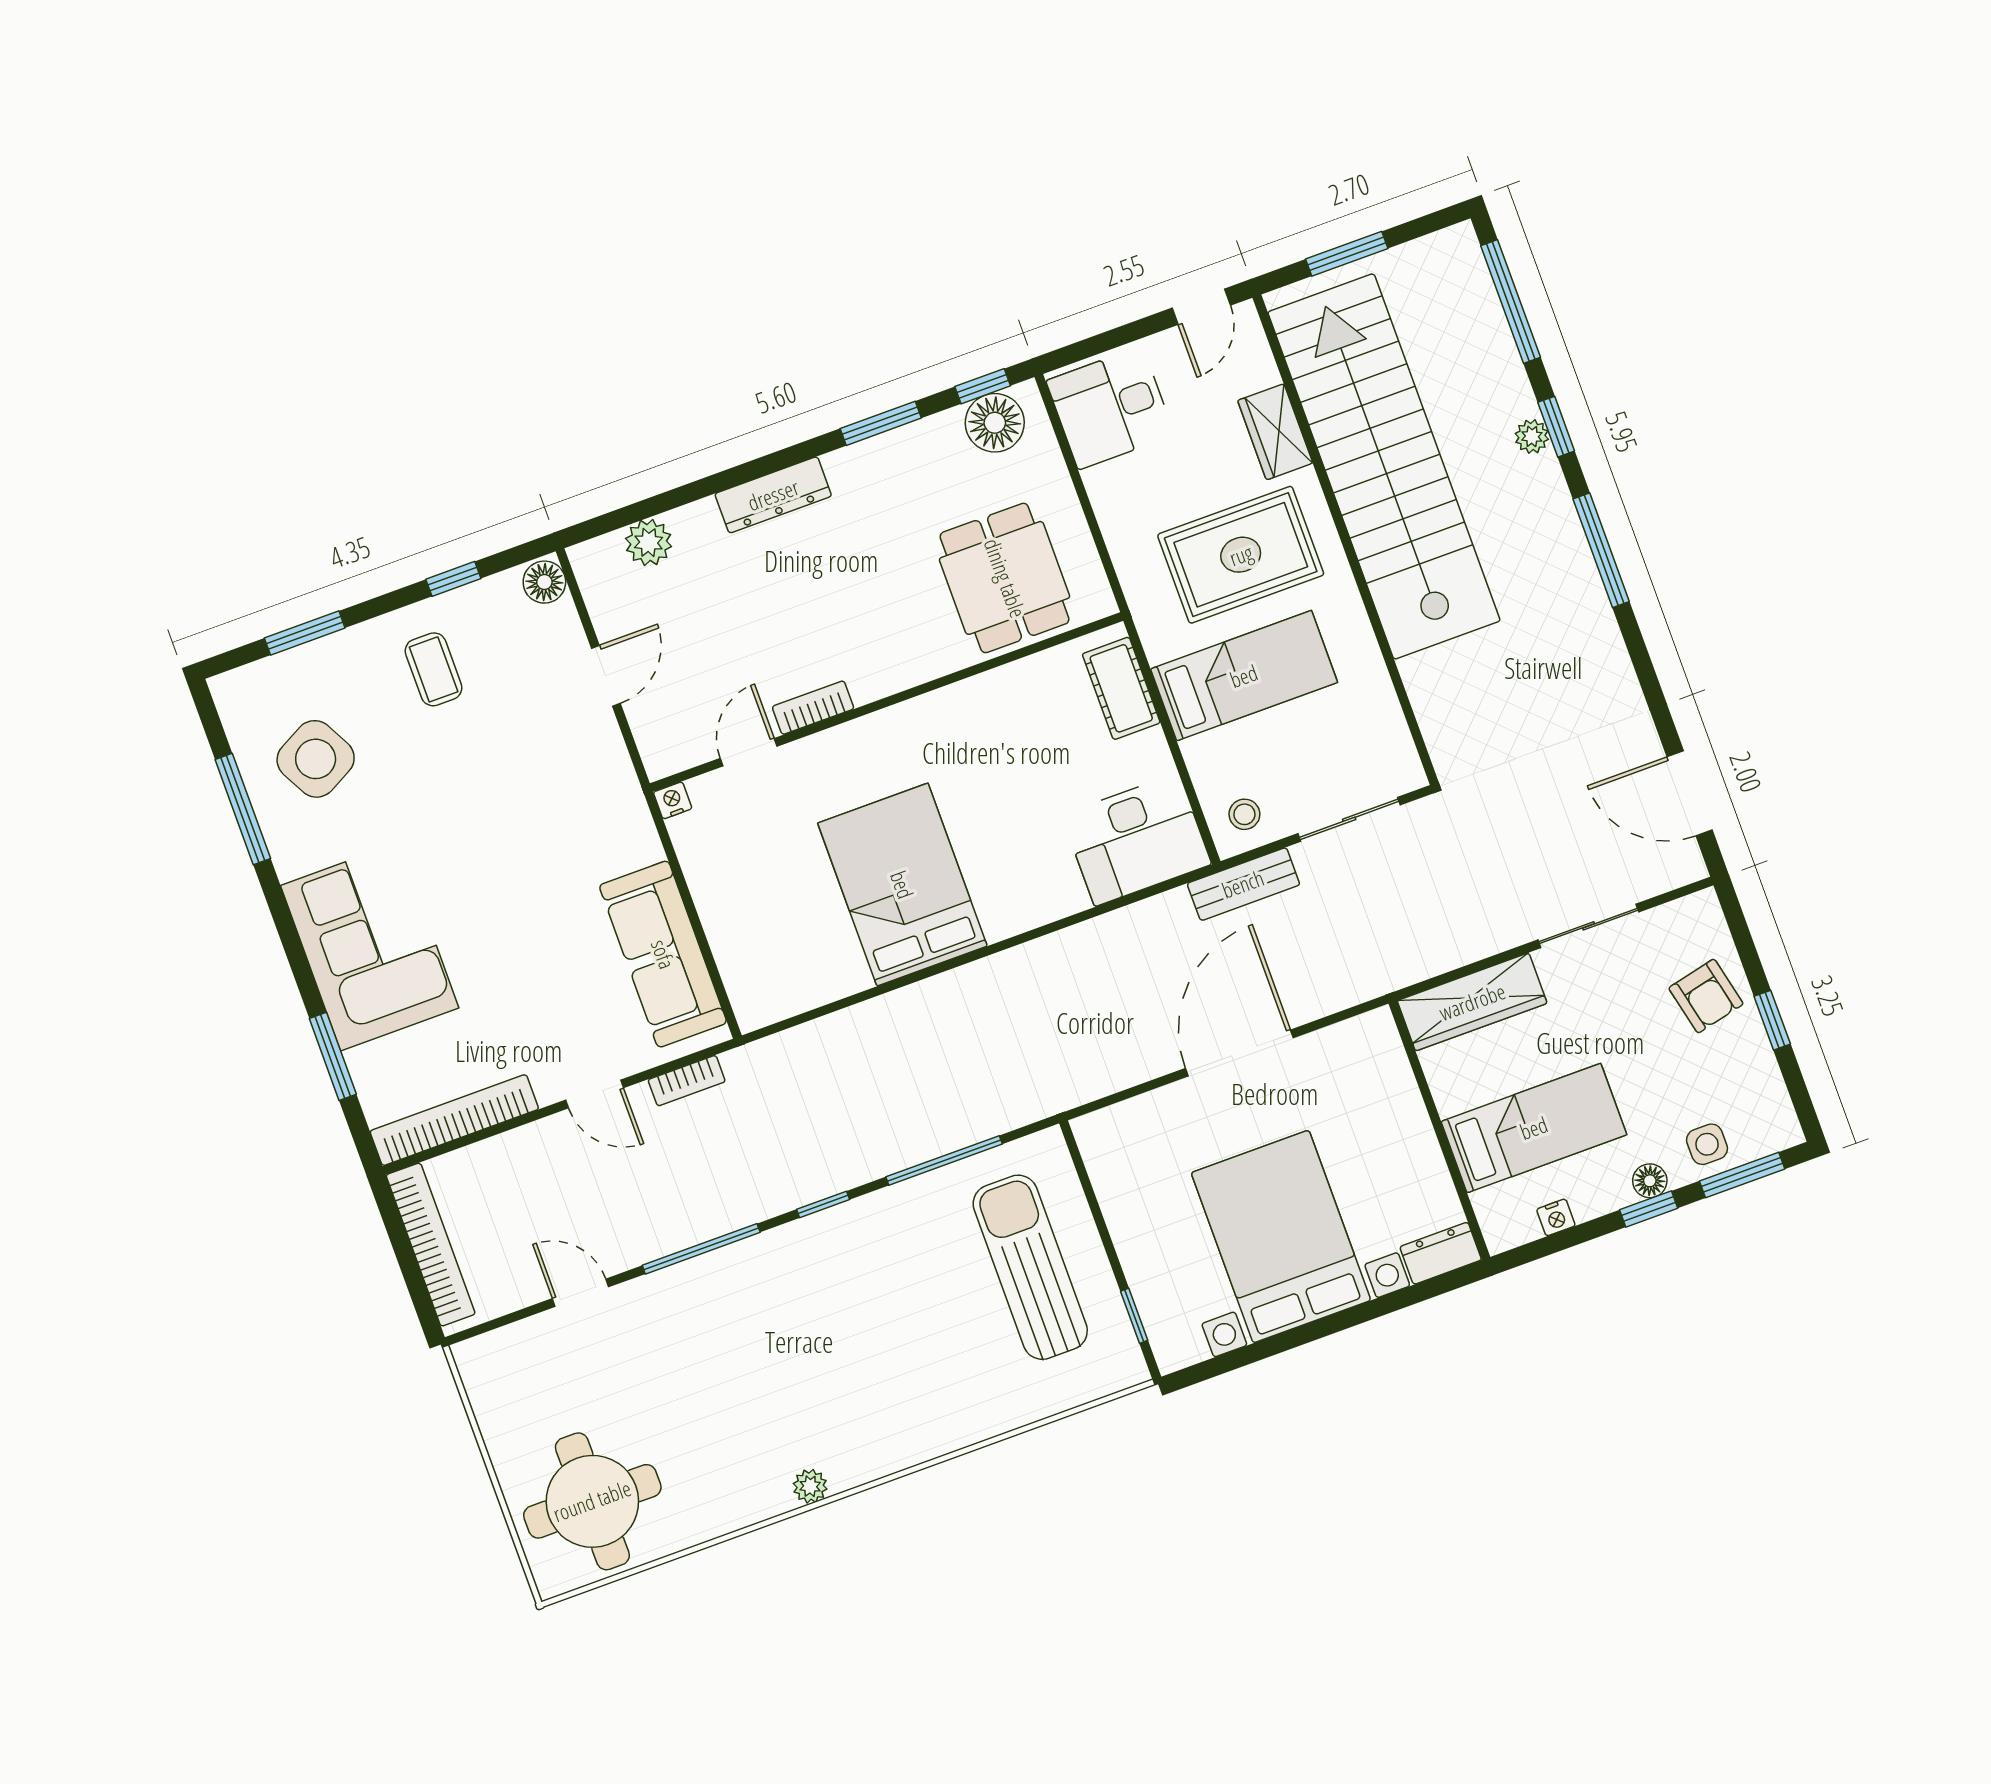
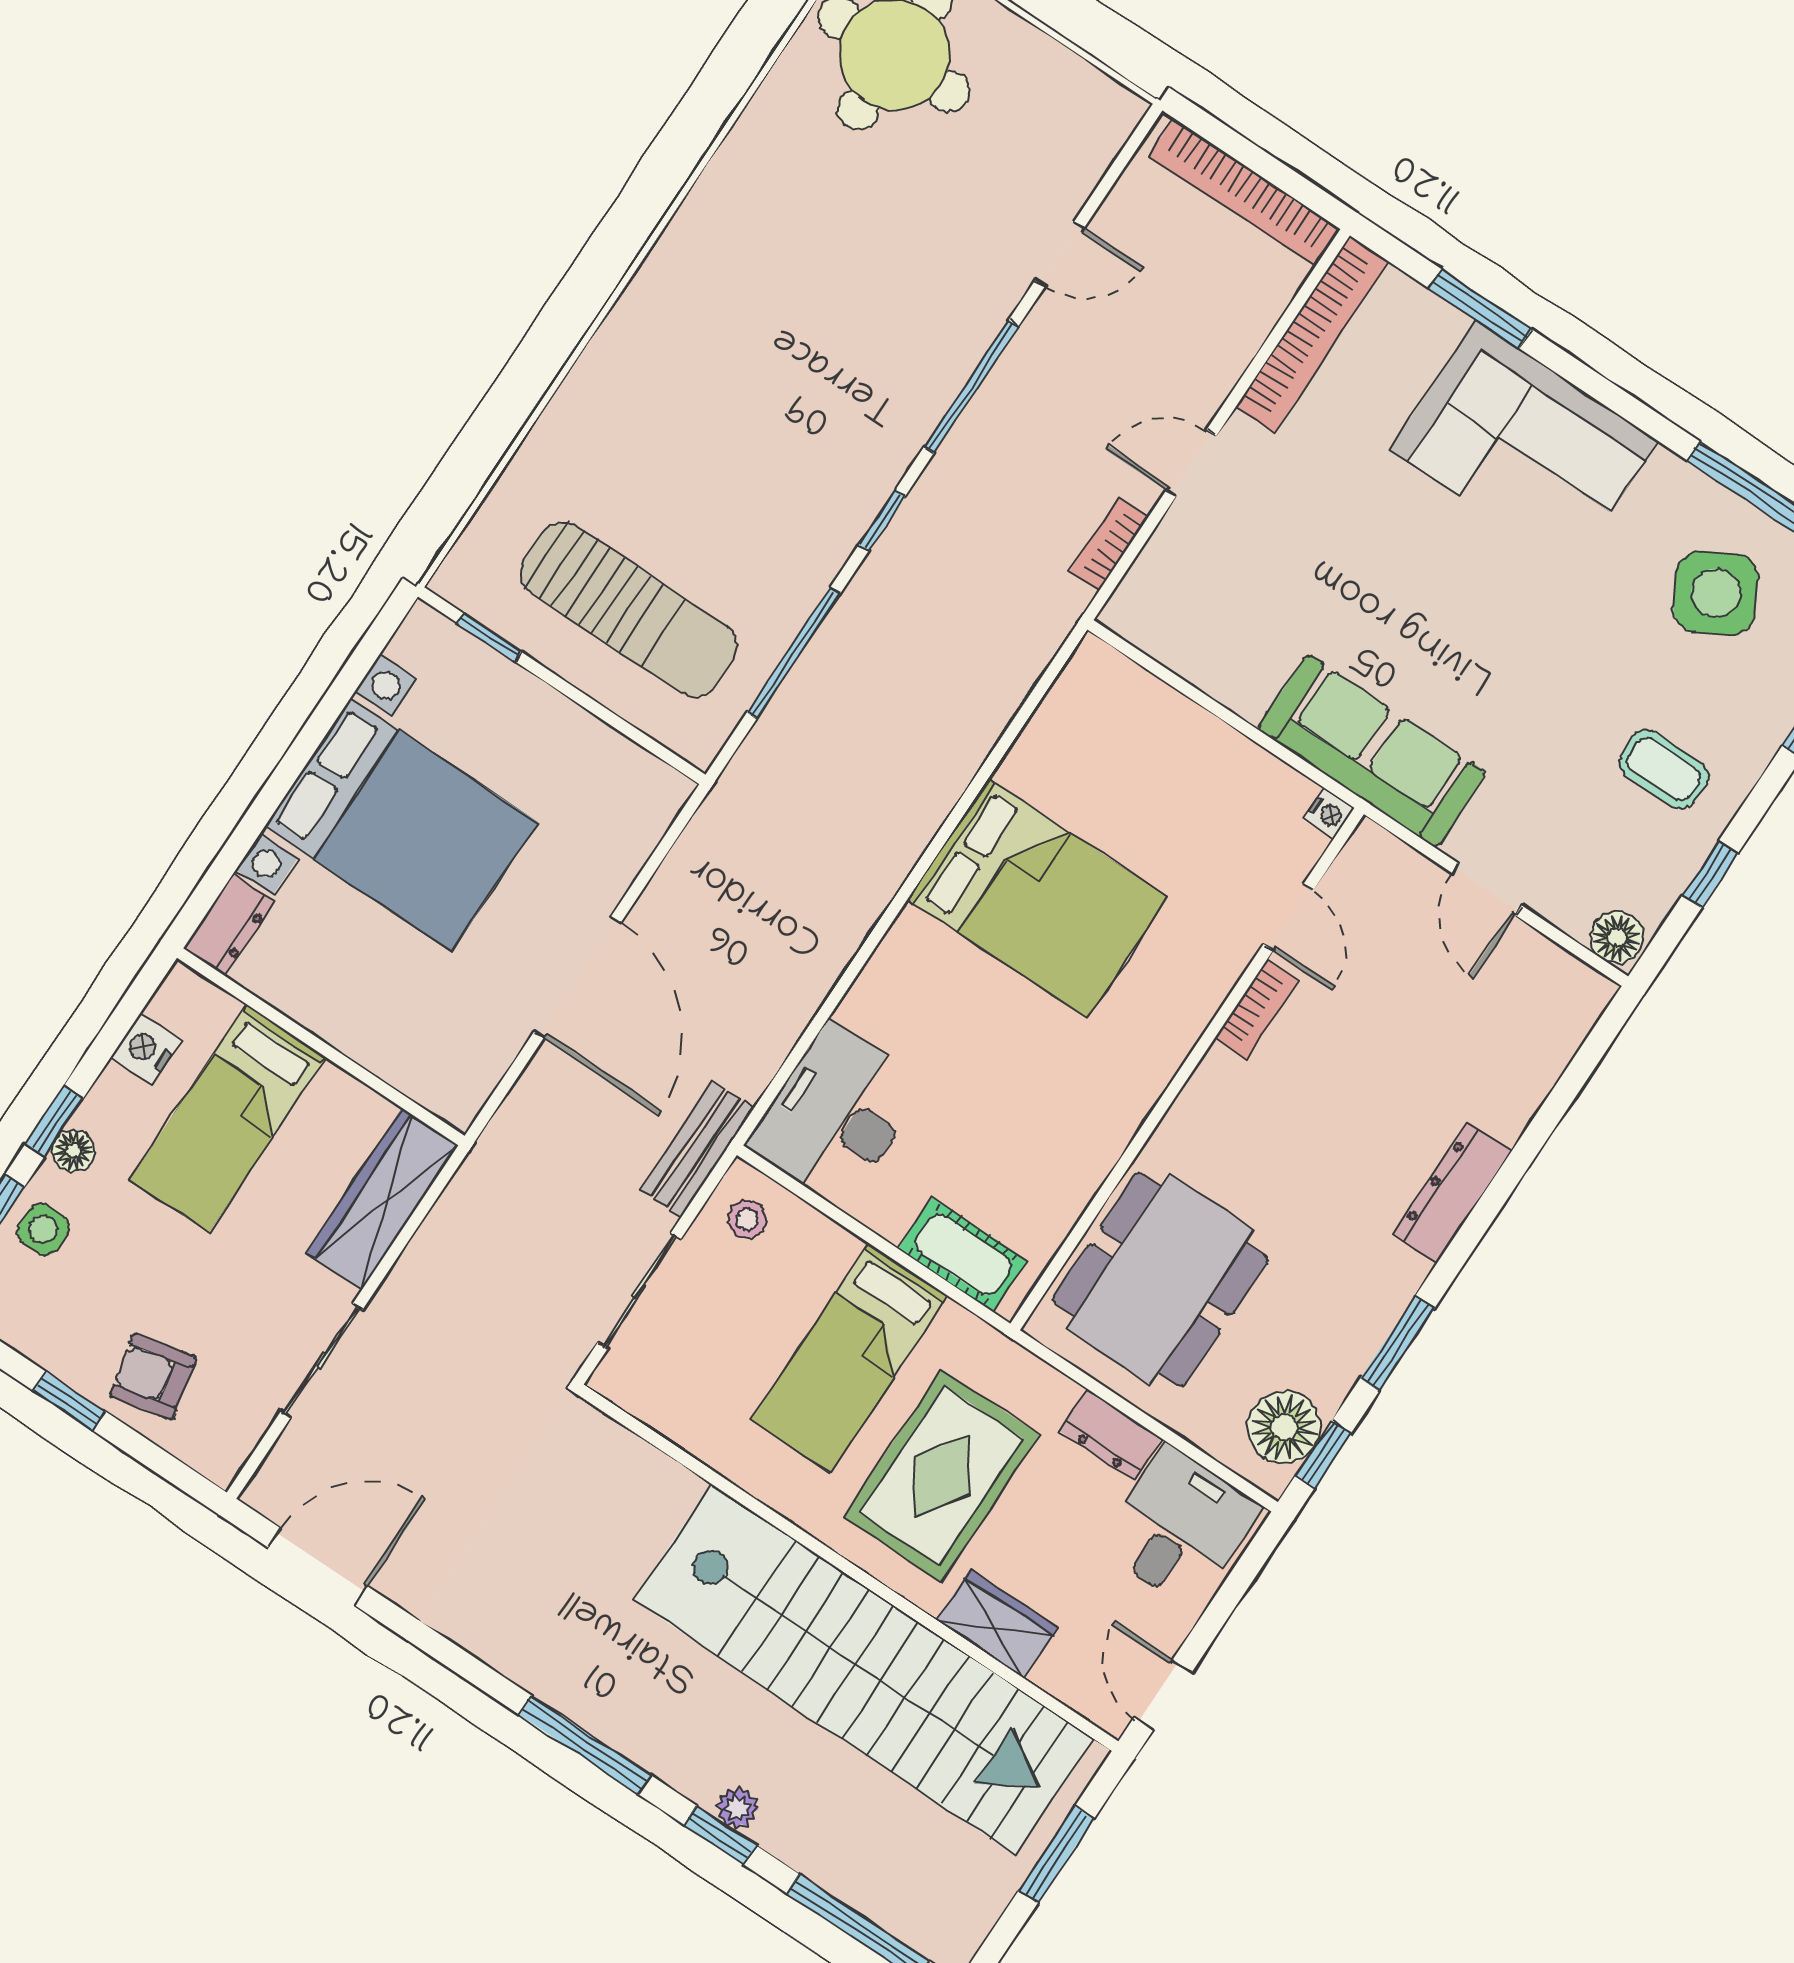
dresser: (1111, 501) -> (1110, 1434), added
plant: (649, 542) -> (1542, 1054), removed
dining table: (1005, 578) -> (1160, 1279), width x1.38
sofa: (663, 954) -> (1372, 751), moved
nightstand: (1556, 1217) -> (146, 1049), width x1.39, depth x1.35
plant: (810, 1486) -> (688, 229), removed

